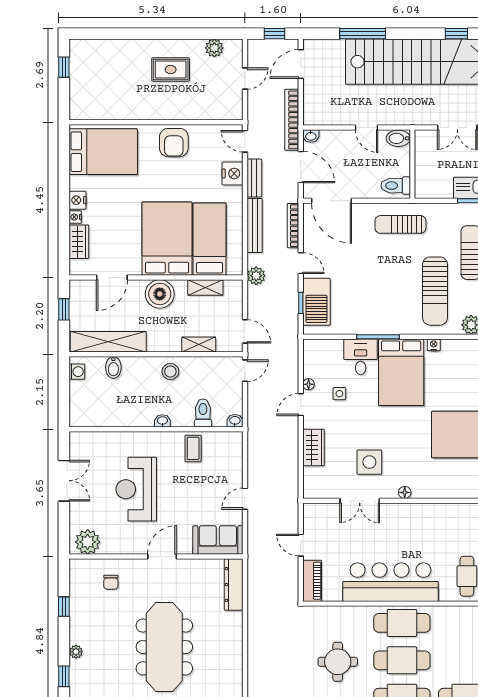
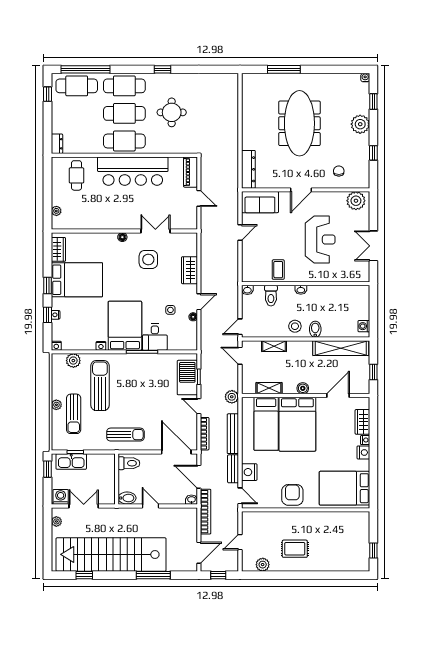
boiler: (160, 294) -> (303, 388), width x0.54, depth x0.54
bidet: (113, 367) -> (315, 329), moved
plant: (76, 652) -> (360, 124), width x1.87, depth x1.87

